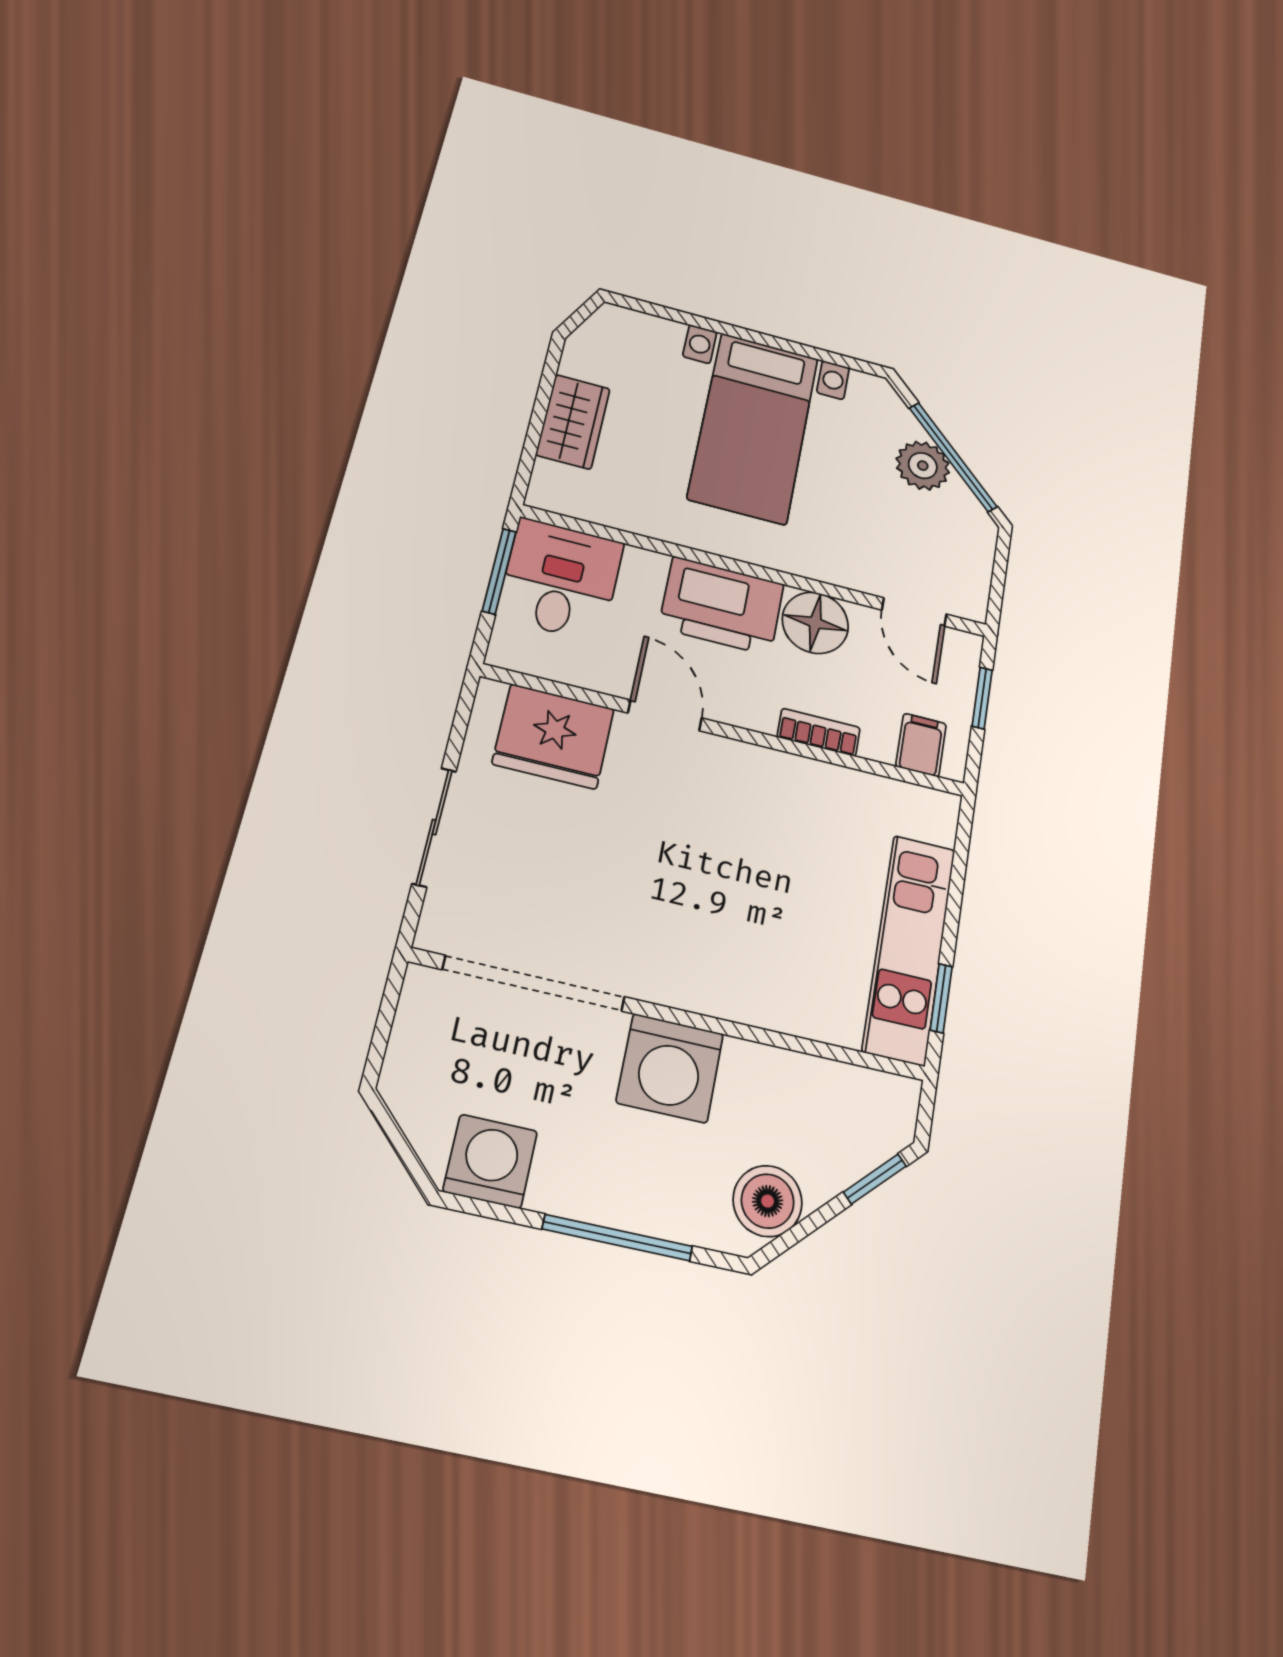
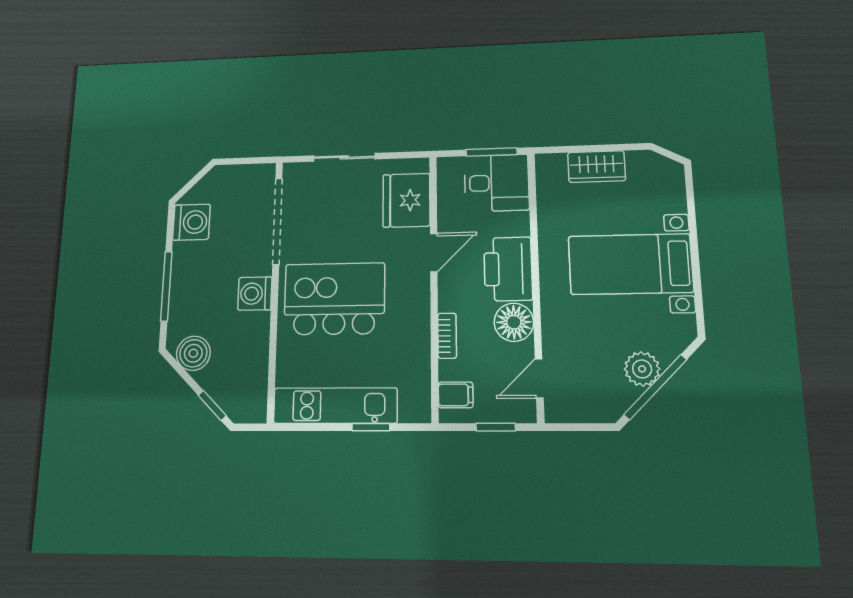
kitchen island: (714, 908) -> (334, 299), added
window: (941, 998) -> (371, 427), moved
washing machine: (670, 1068) -> (255, 294), width x0.73, depth x0.73

